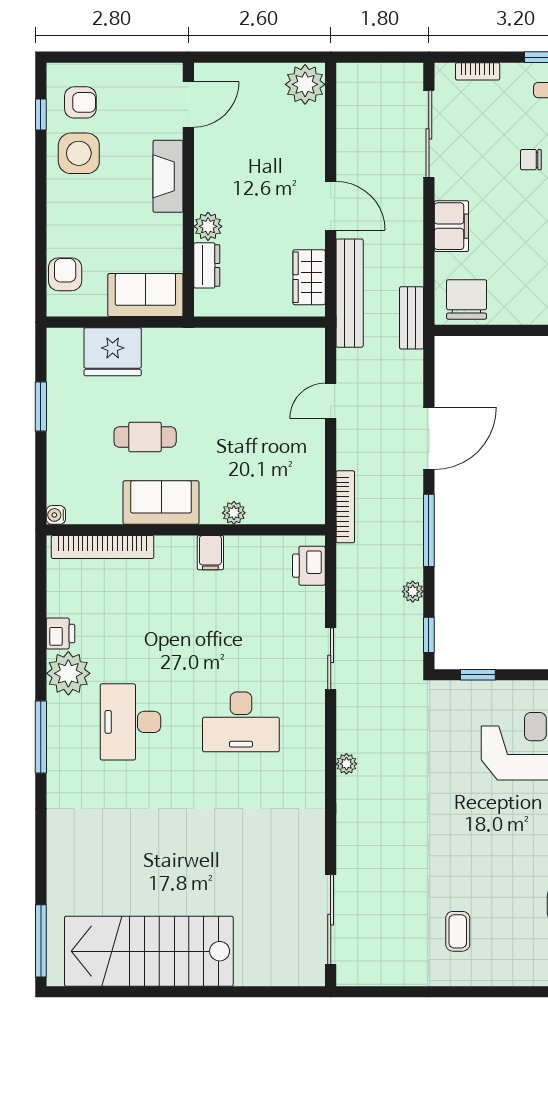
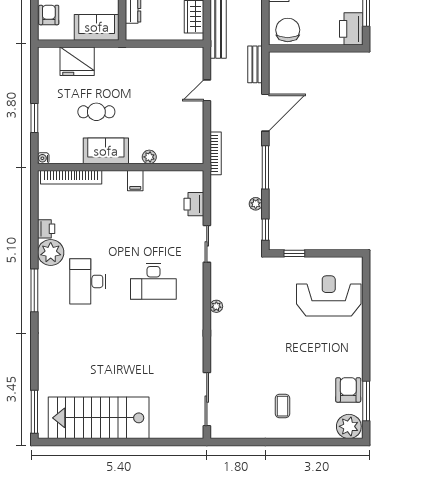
bench: (412, 318) -> (255, 64), moved
window: (41, 407) -> (34, 118), moved
printer: (309, 566) -> (194, 204), moved

